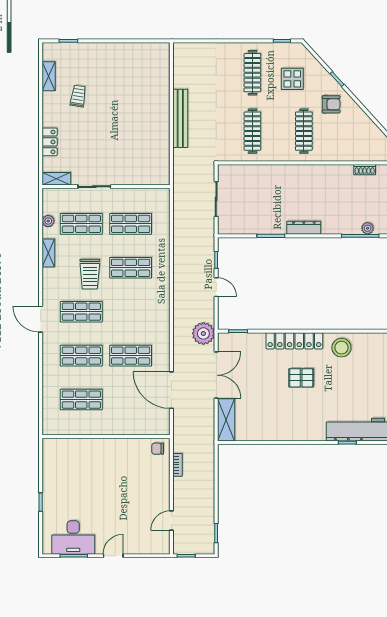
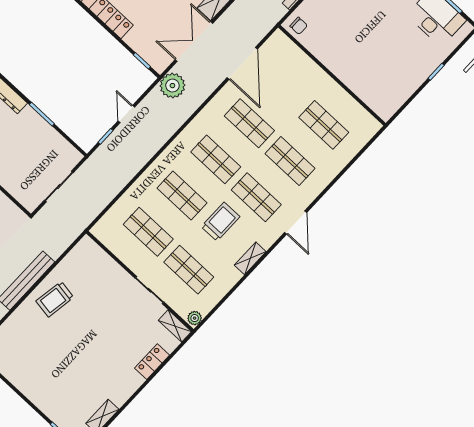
trolley: (78, 96) -> (55, 299), moved, width x1.36, depth x1.39
plant: (48, 221) -> (195, 318), moved
shelving: (48, 253) -> (250, 258), moved
shop shelf: (131, 312) -> (216, 159), added

